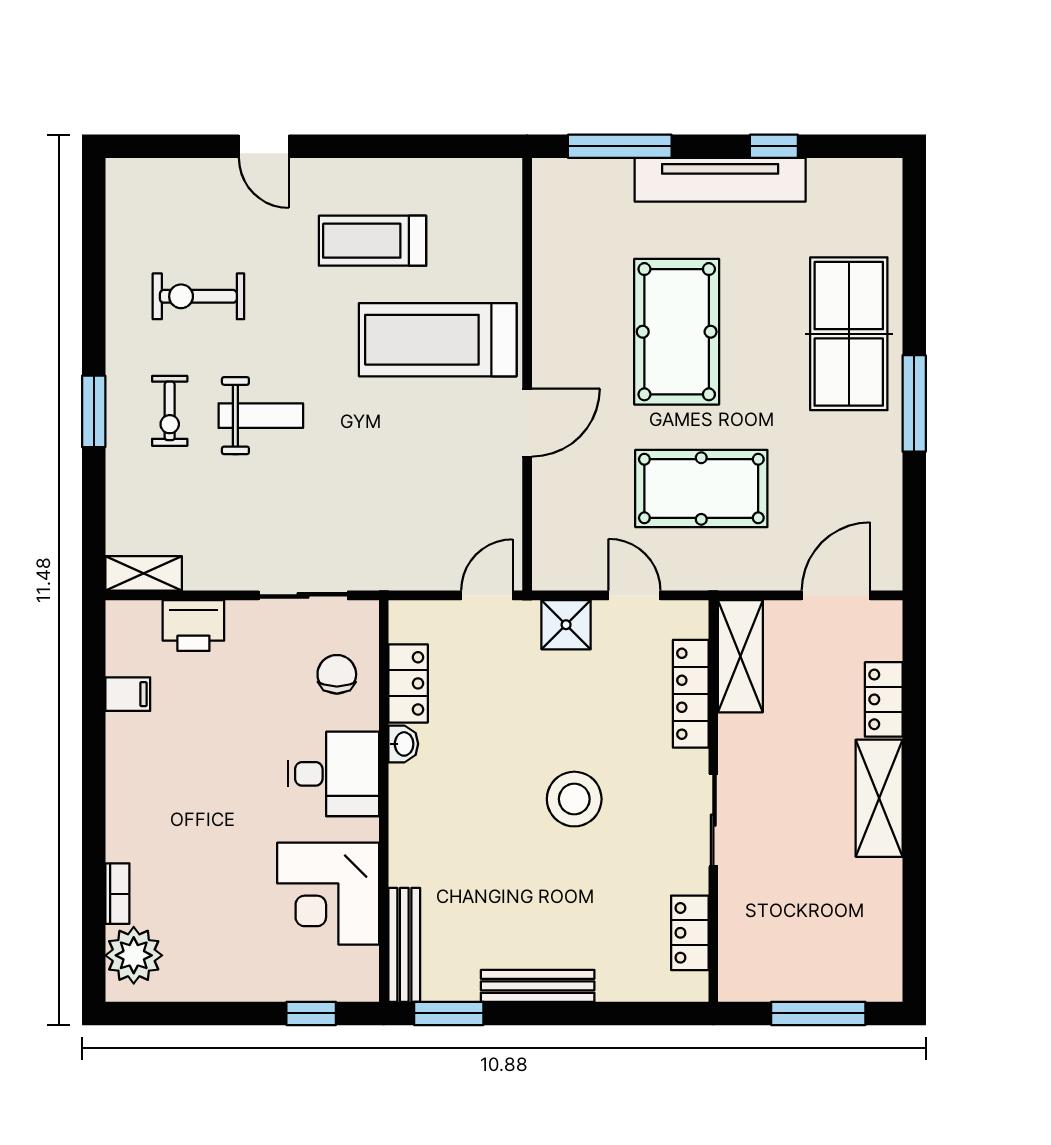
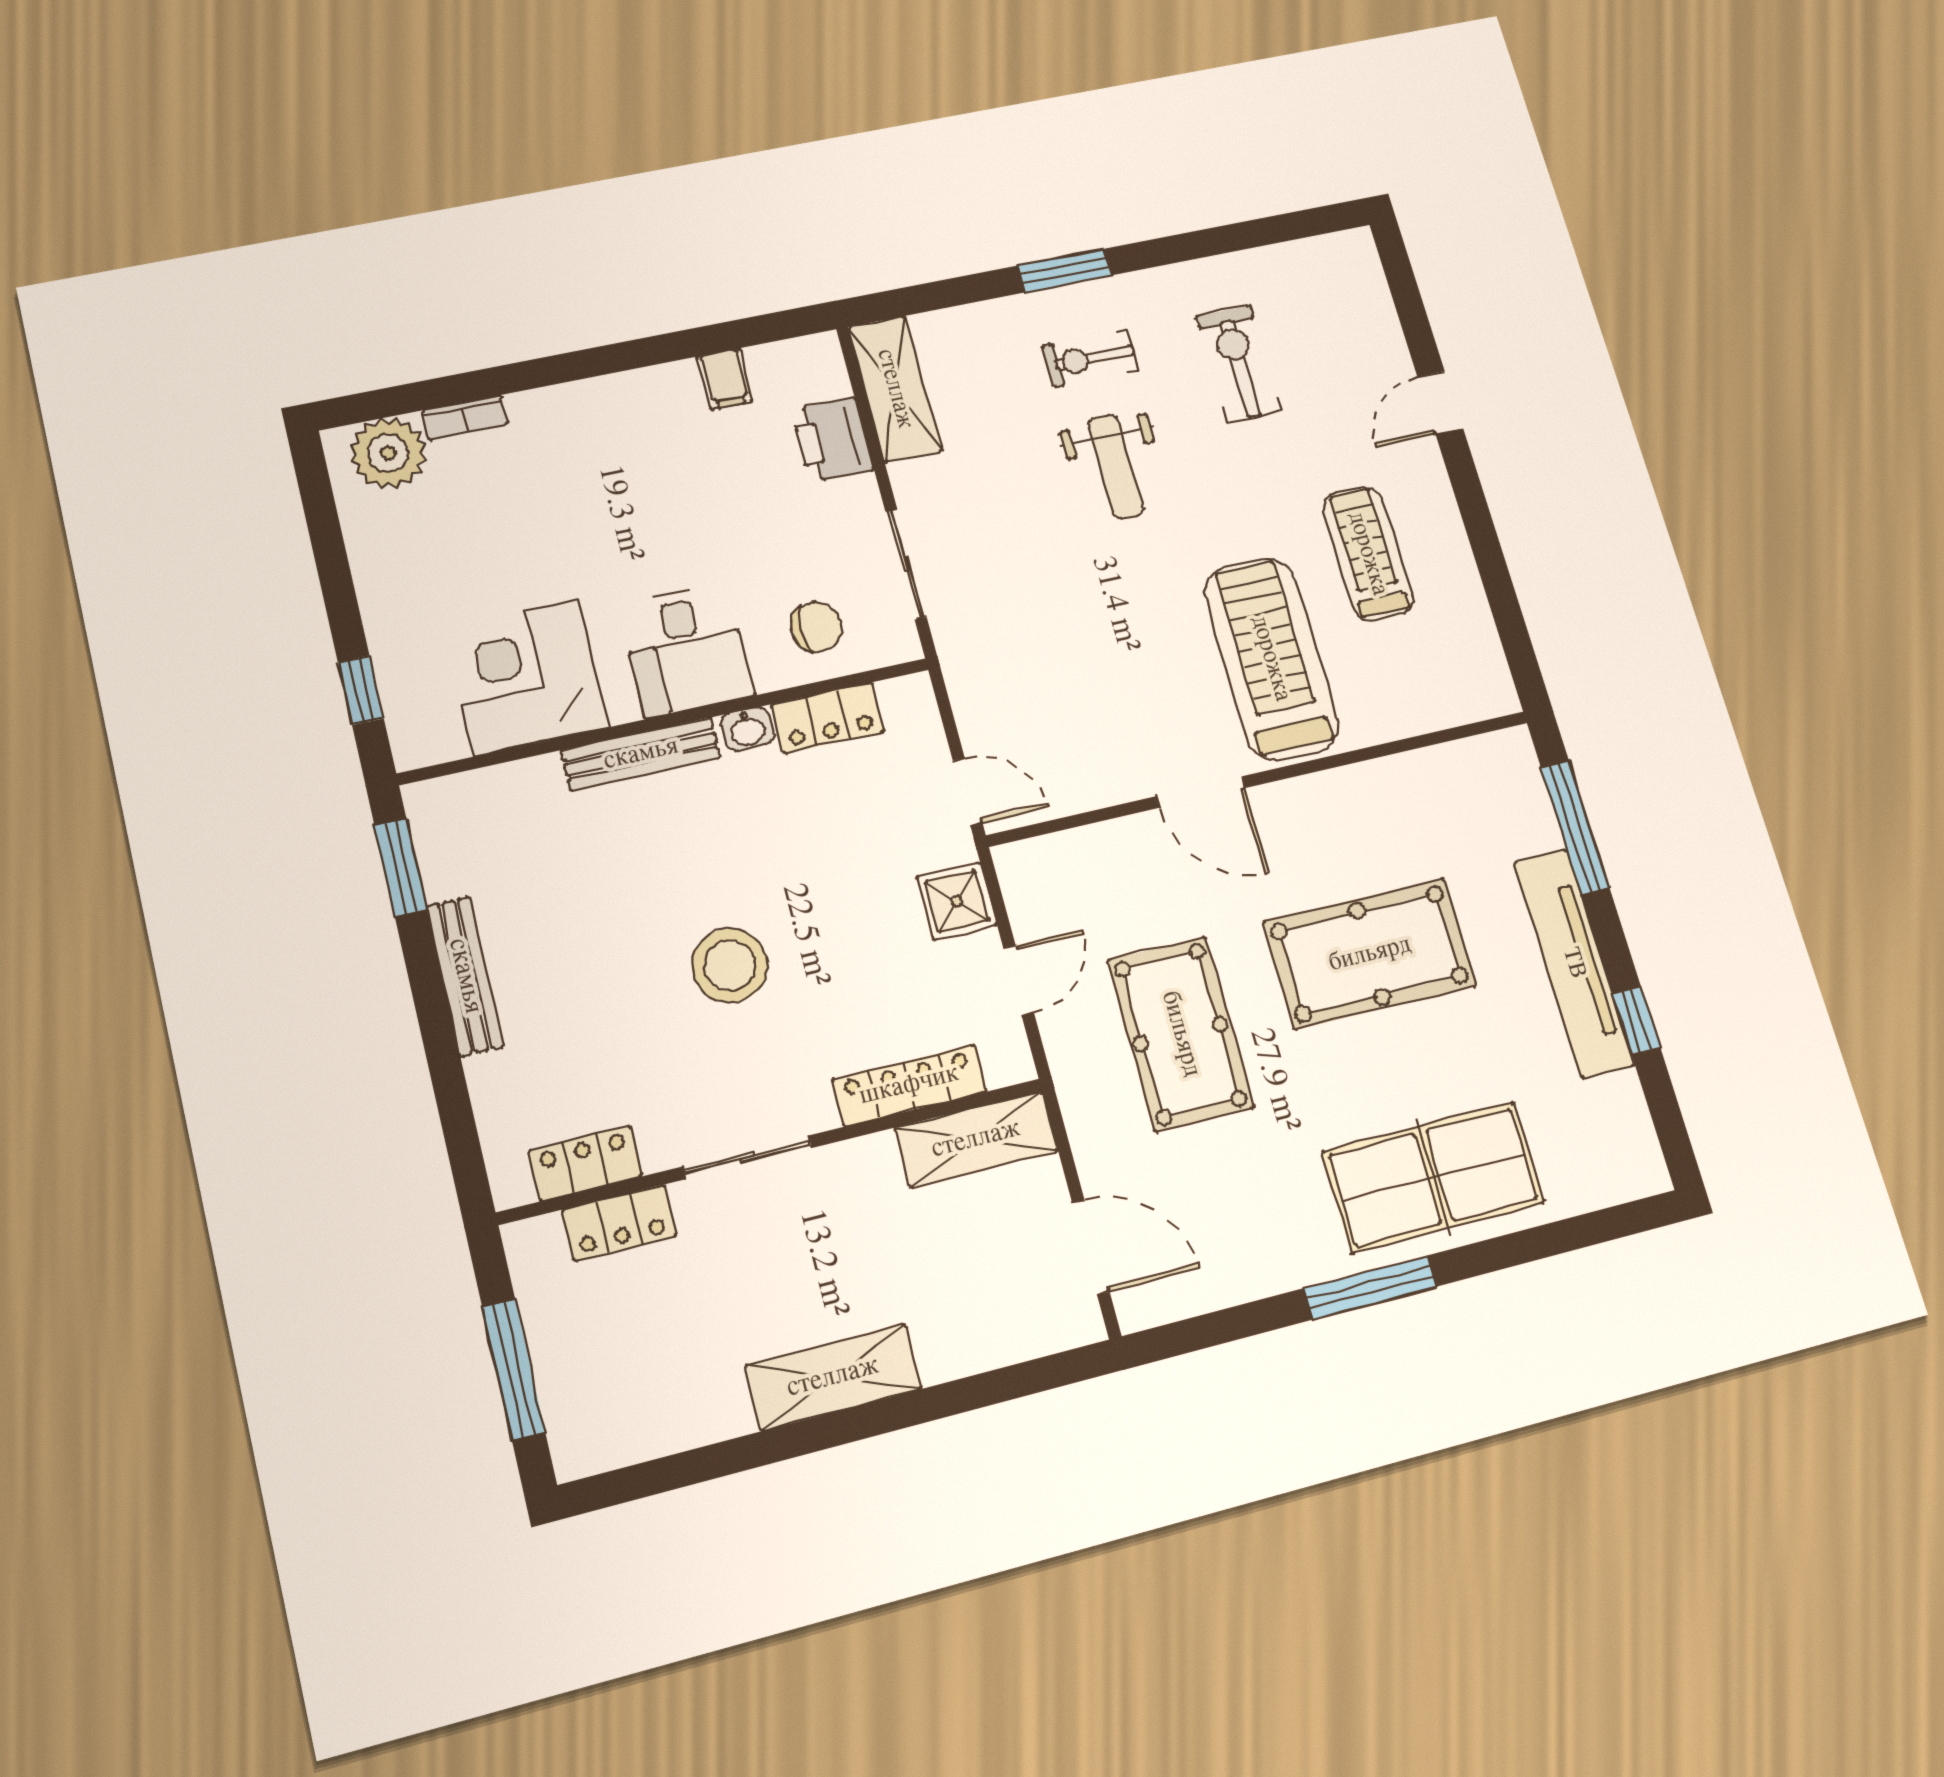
shelving: (144, 573) -> (895, 389), width x1.50, depth x1.33
locker: (884, 699) -> (619, 1223), moved, turned 180
bench: (404, 945) -> (641, 754), moved

